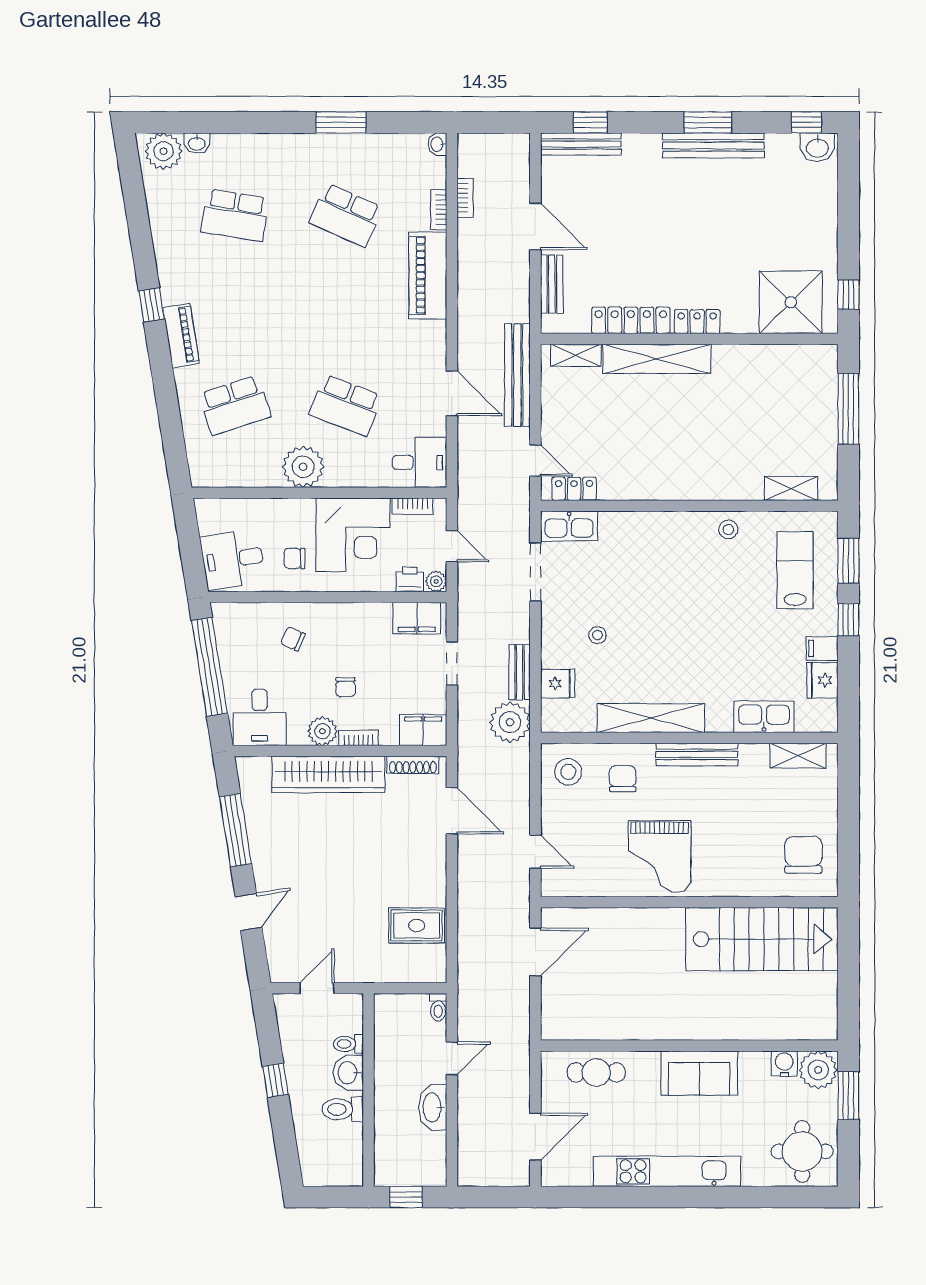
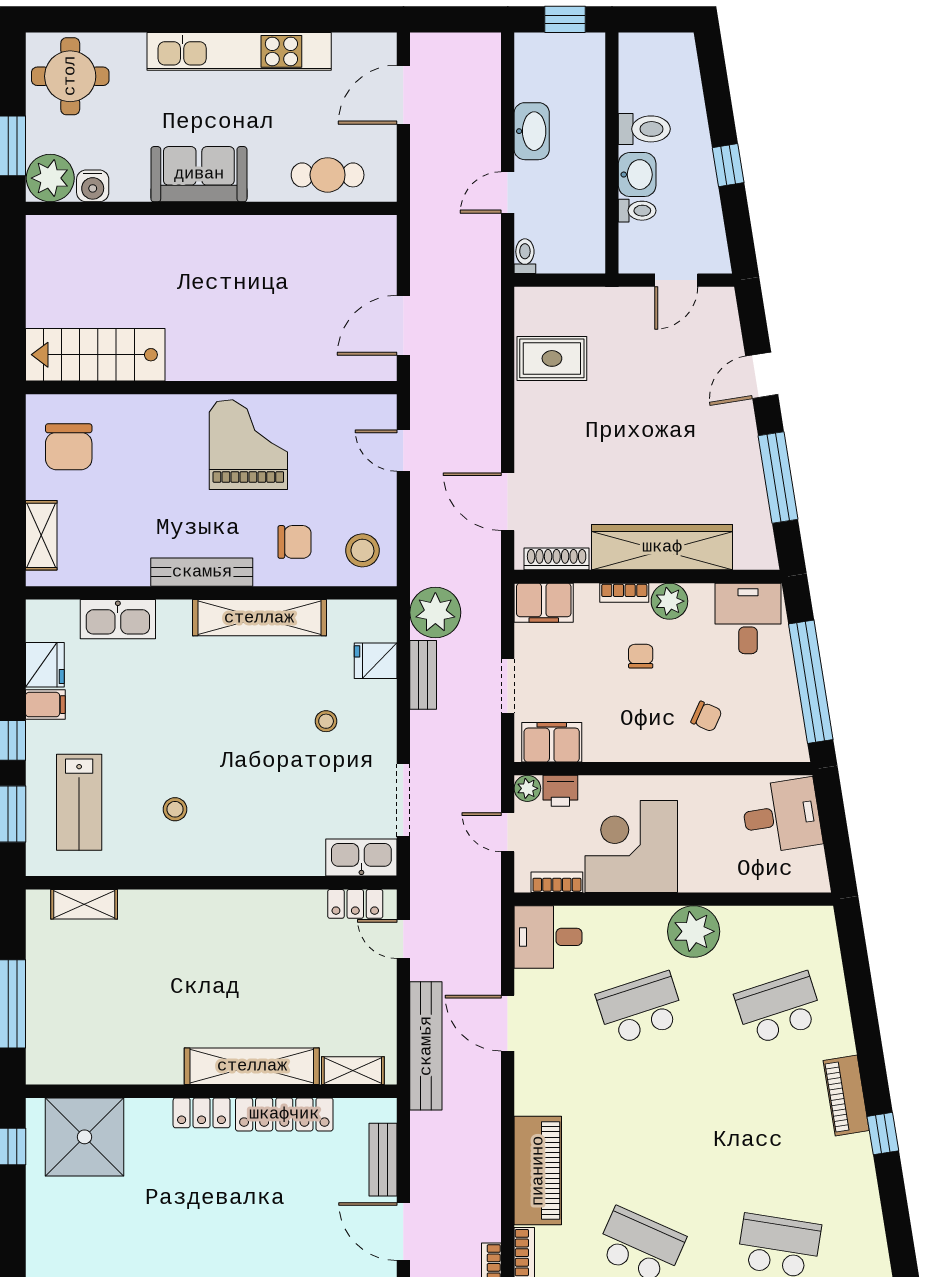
school desk: (346, 405) -> (640, 1008), turned -39
stool: (728, 529) -> (175, 809), moved
chair: (294, 558) -> (704, 817), removed
shelving: (798, 756) -> (41, 535), moved, turned 90
chair: (623, 779) -> (294, 542), turned -90
stairs: (762, 939) -> (95, 355), width x0.73, depth x0.66

